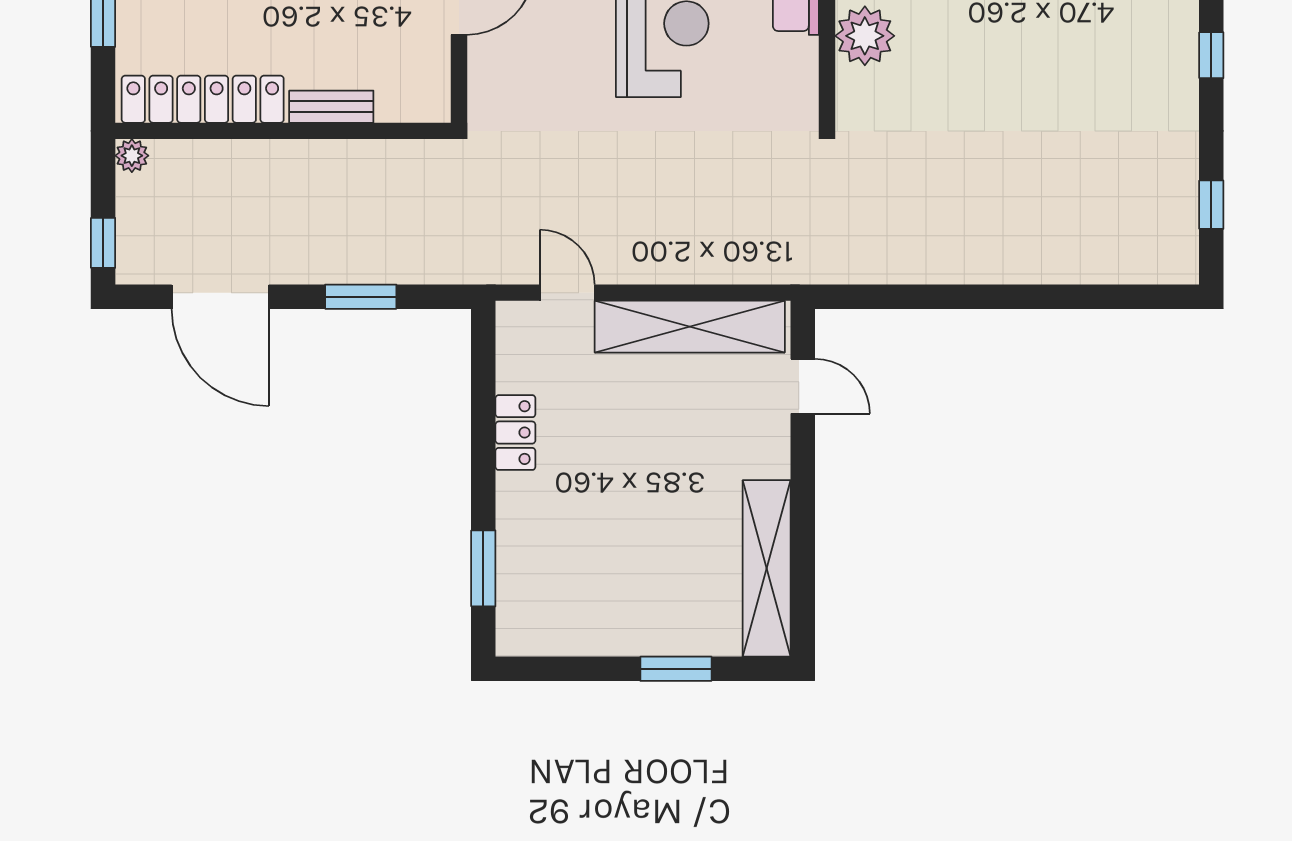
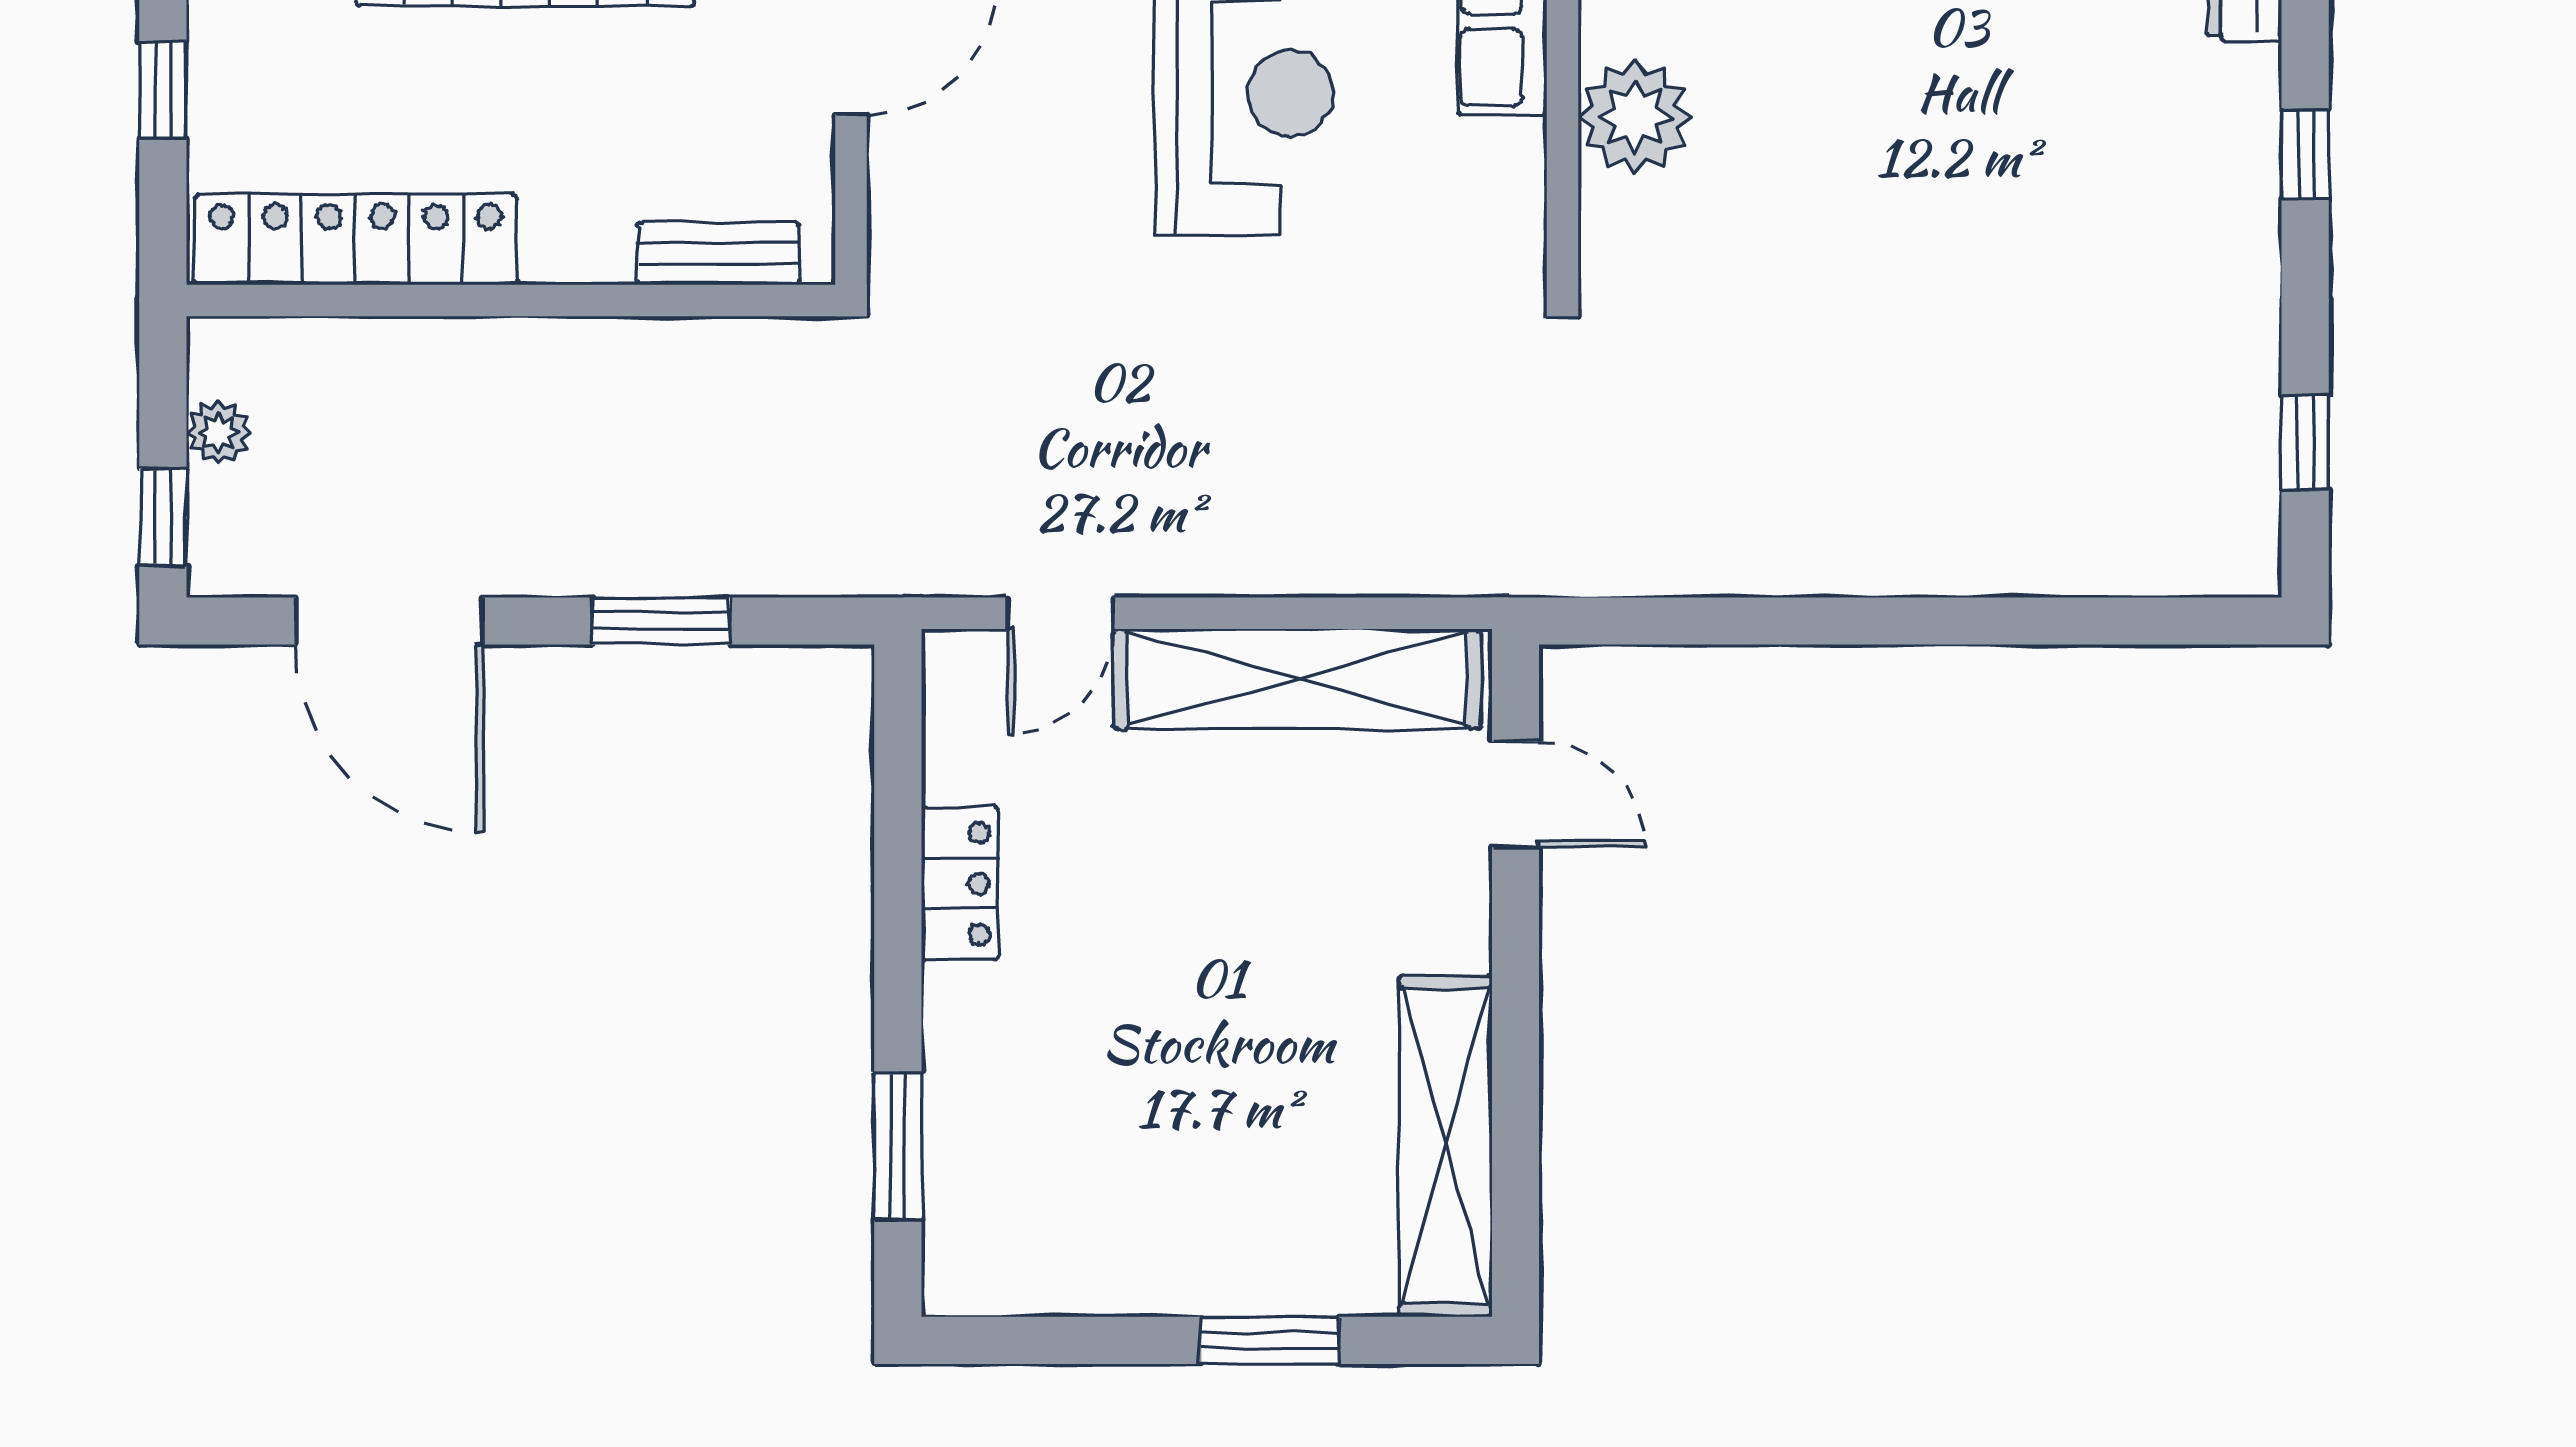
bench: (331, 107) -> (718, 254), moved
plant: (132, 156) -> (219, 433), moved
door: (567, 293) -> (1060, 613), swing flipped

